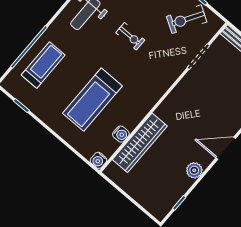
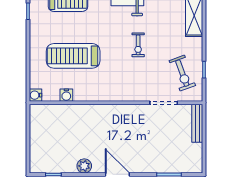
exercise bike: (187, 19) -> (182, 73), turned -141
wardrobe: (140, 143) -> (71, 113), removed

